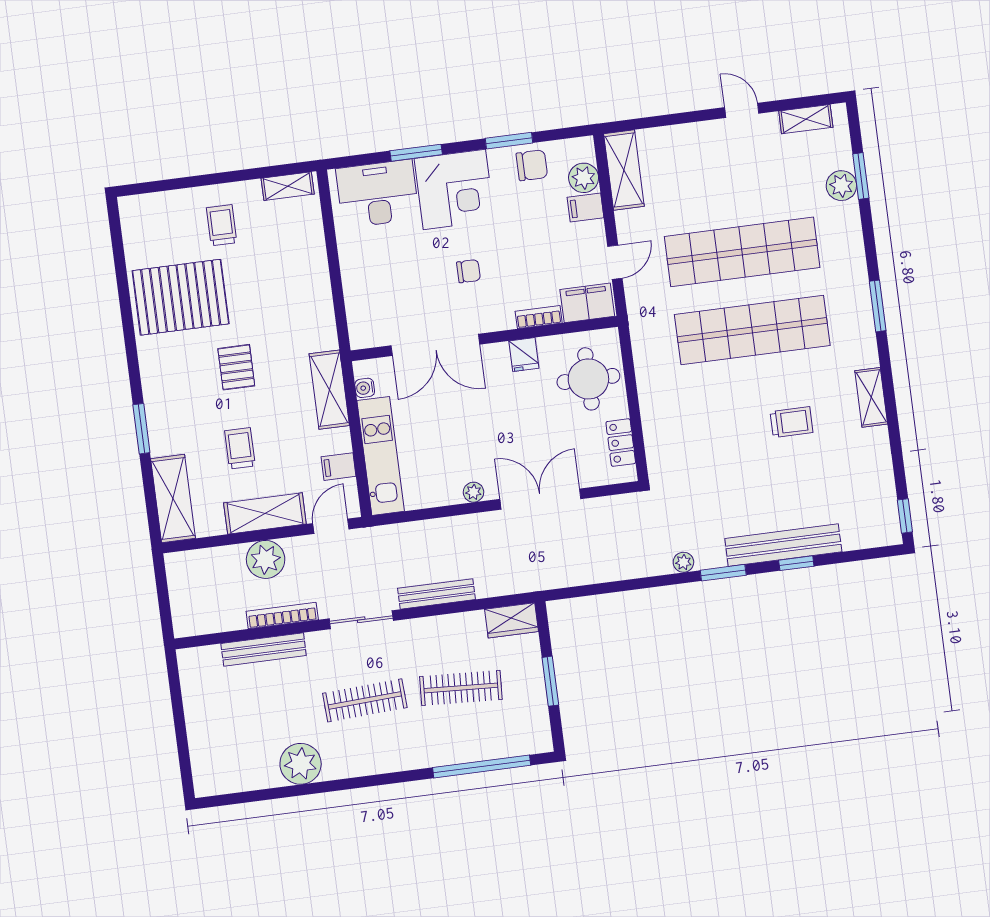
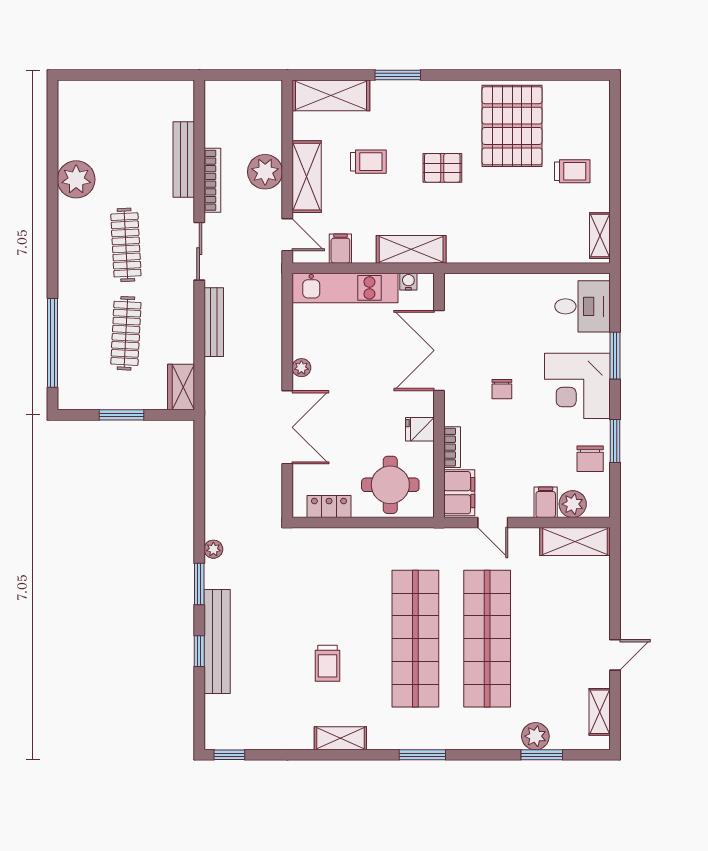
desk: (378, 194) -> (583, 306), width x0.73

